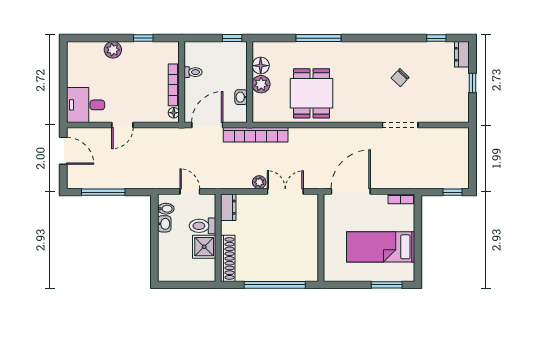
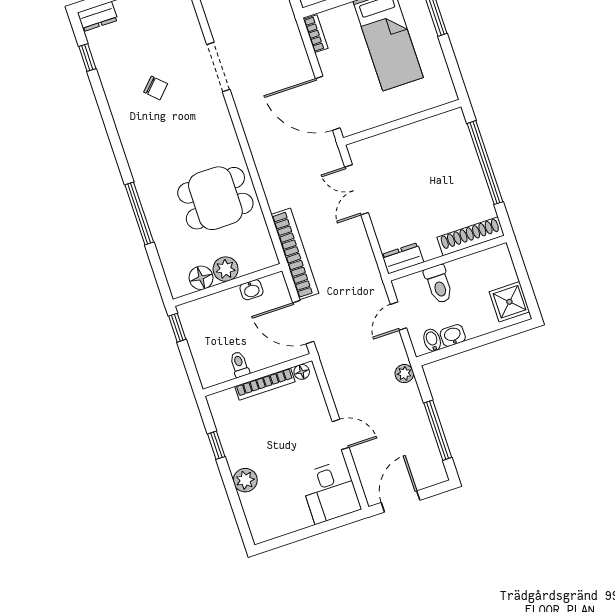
plant: (259, 182) -> (404, 374), moved
shower: (204, 247) -> (509, 302), moved

